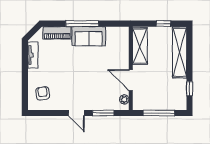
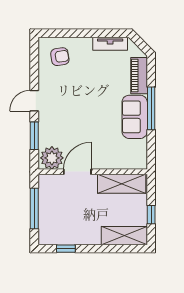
shelving: (180, 52) -> (124, 236), width x0.68
plant: (124, 99) -> (52, 158), width x1.88, depth x1.88

